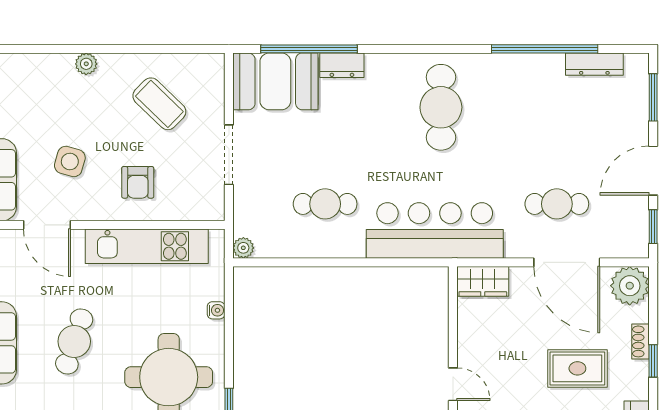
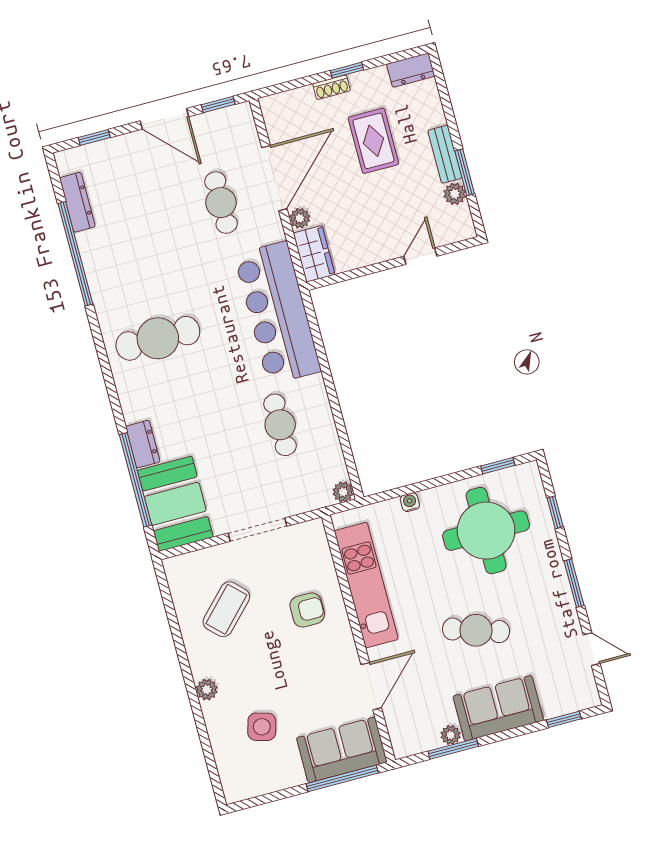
window: (653, 97) -> (94, 137), width x0.67
side table: (70, 161) -> (262, 727), moved
plant: (630, 286) -> (300, 218), moved, width x0.53, depth x0.53

